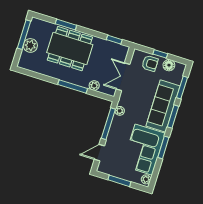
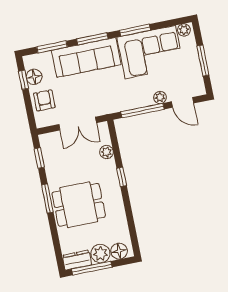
window: (66, 25) -> (47, 198), moved
dresser: (34, 28) -> (77, 260), added
dining table: (70, 49) -> (79, 205), width x0.73
window: (160, 54) -> (23, 80), moved
floor lamp: (25, 58) -> (119, 251), added
window: (73, 86) -> (122, 177), width x0.46
plant: (120, 111) -> (160, 97), moved

